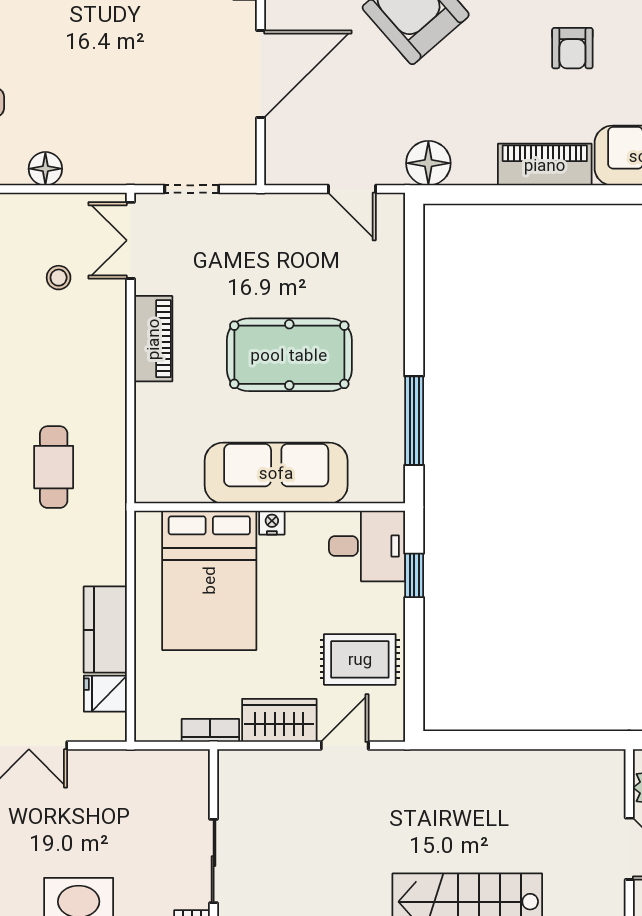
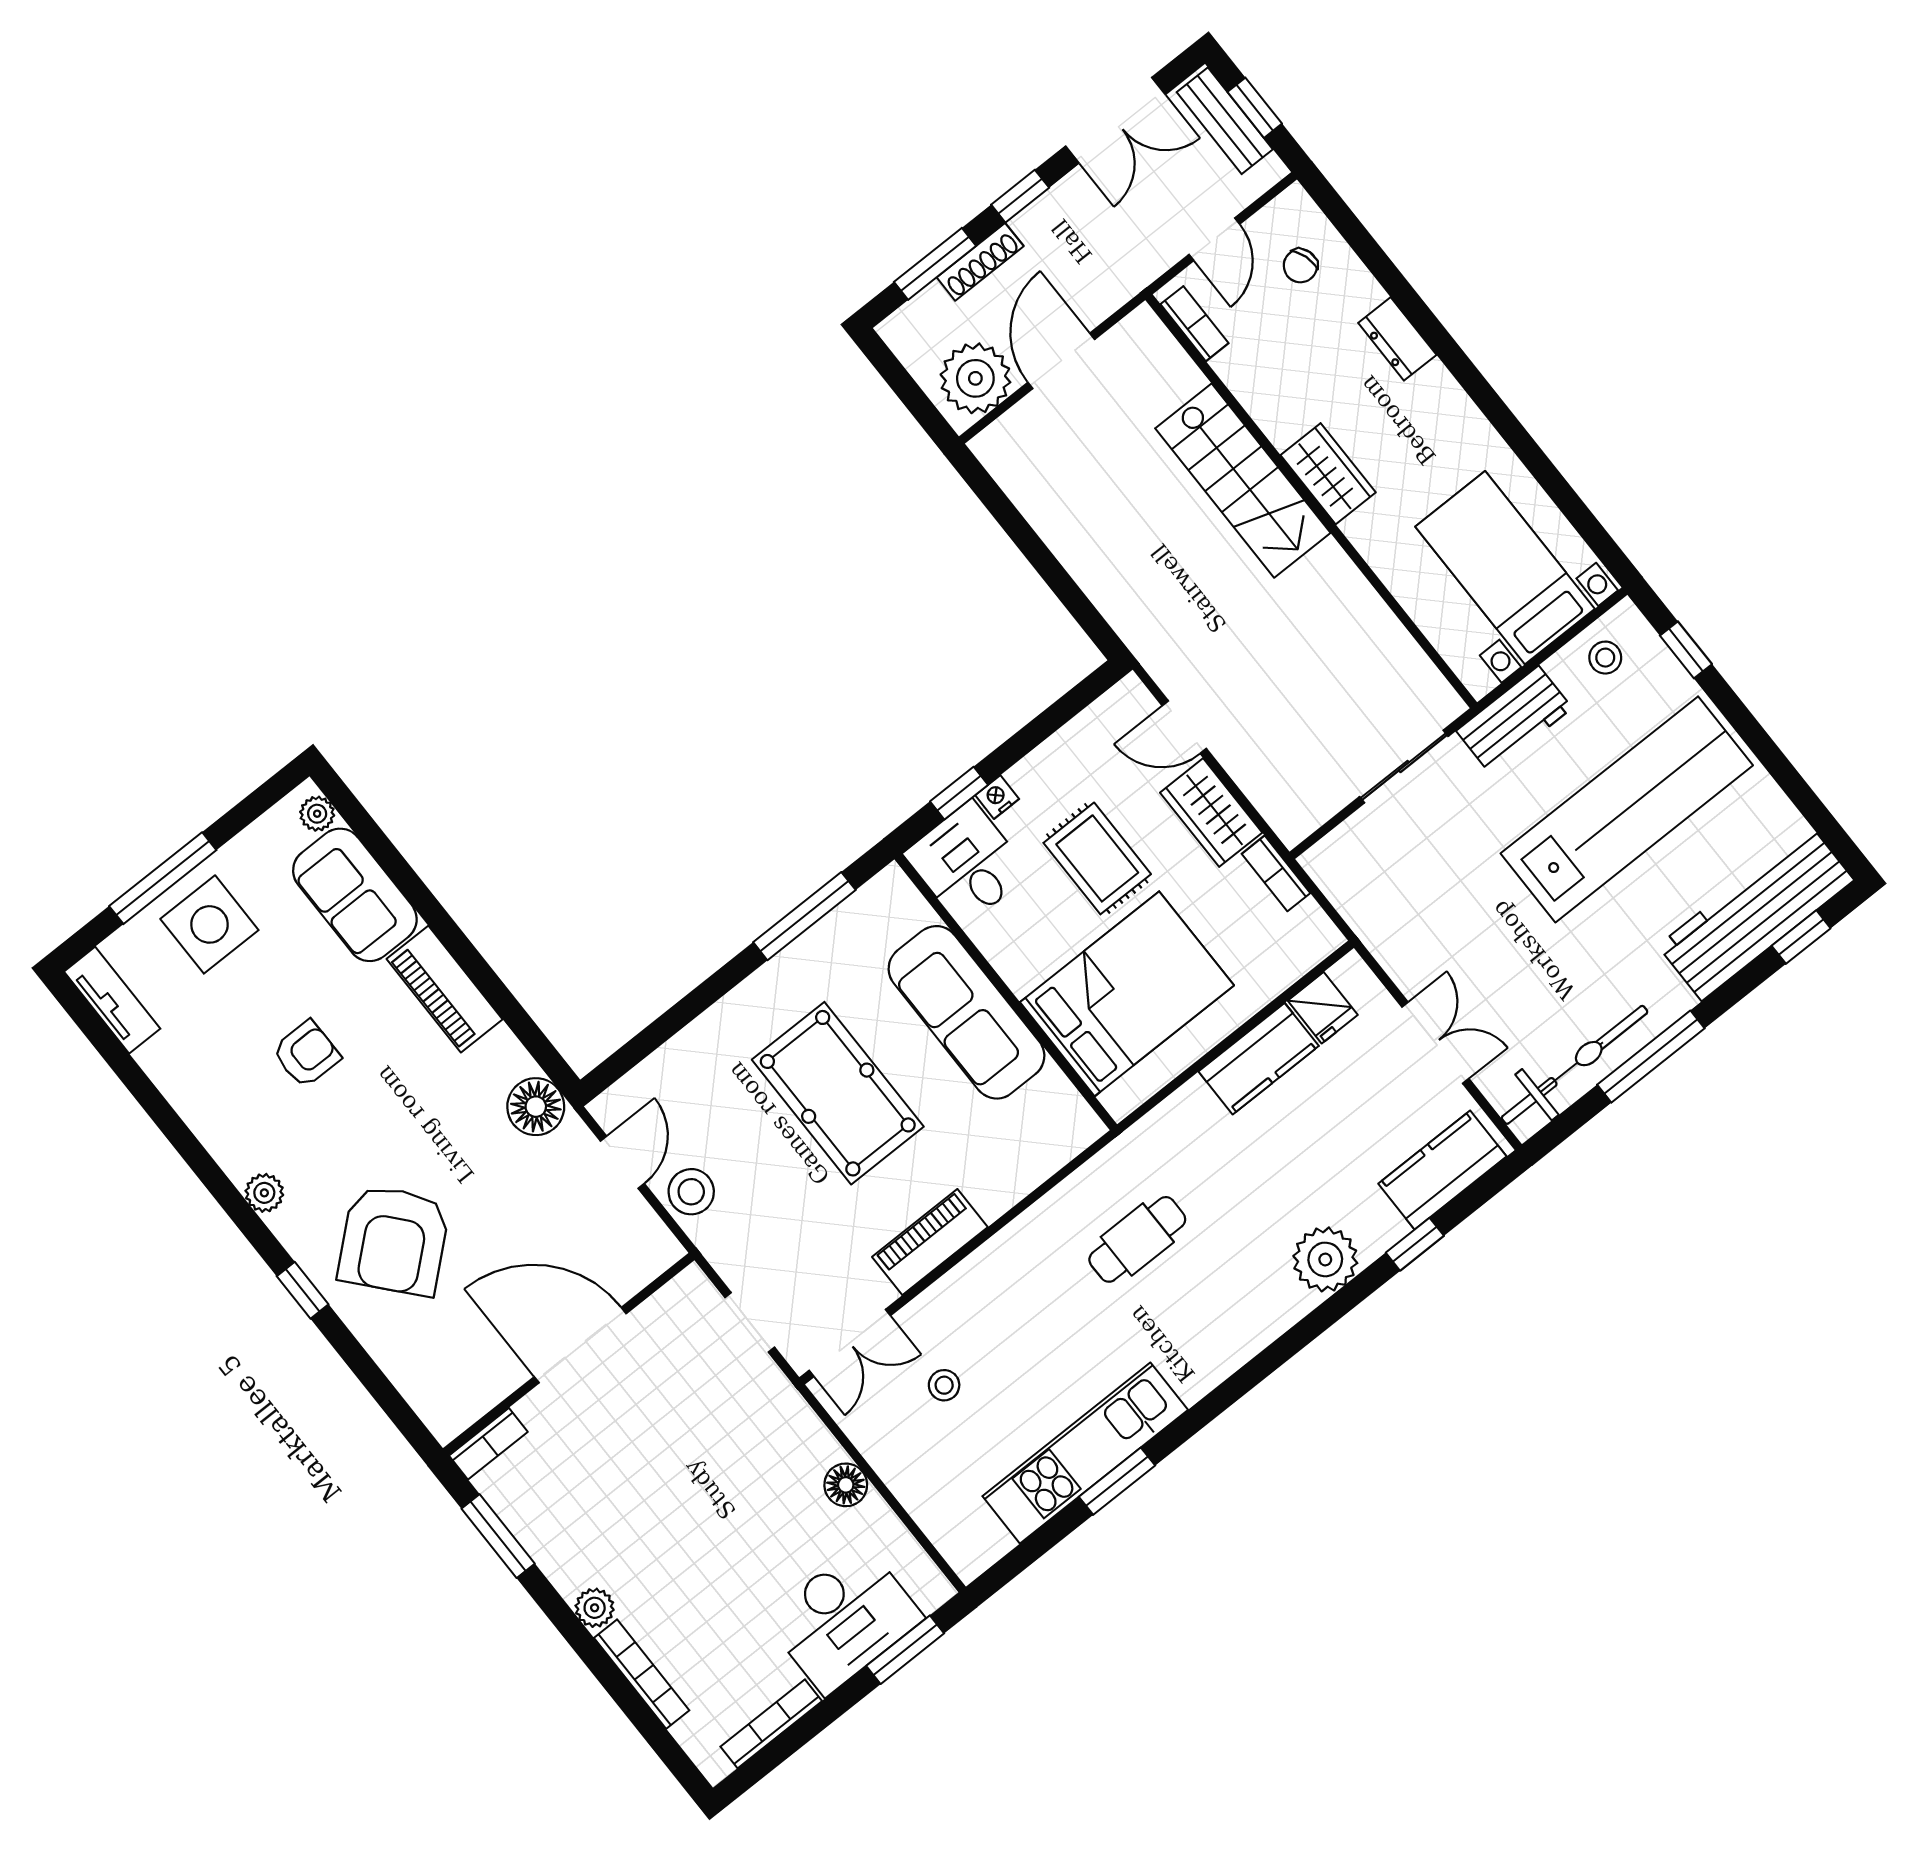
stool: (300, 217) -> (691, 1192), added
nightstand: (272, 523) -> (997, 797), moved, turned 90
rug: (360, 659) -> (1097, 858), moved

